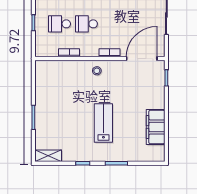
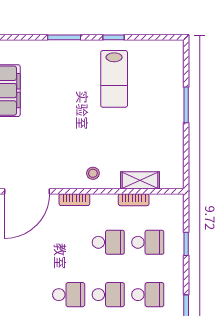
lab bench: (103, 123) -> (114, 79), moved
shelving: (48, 156) -> (140, 180), moved

